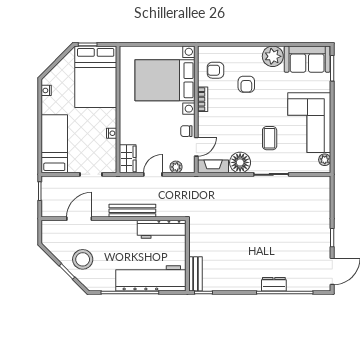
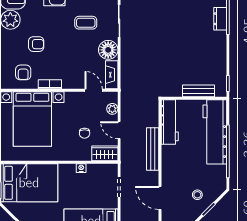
chair: (186, 131) -> (85, 133), moved
stool: (83, 259) -> (197, 195), width x0.53, depth x0.53
bench: (195, 274) -> (198, 91), moved

